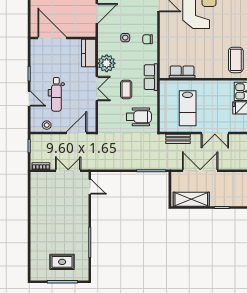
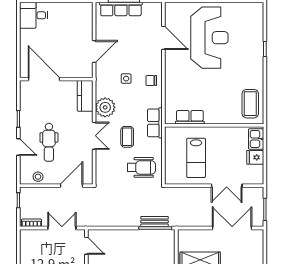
bench: (178, 139) -> (154, 222), moved
double door: (200, 171) -> (232, 228), moved

